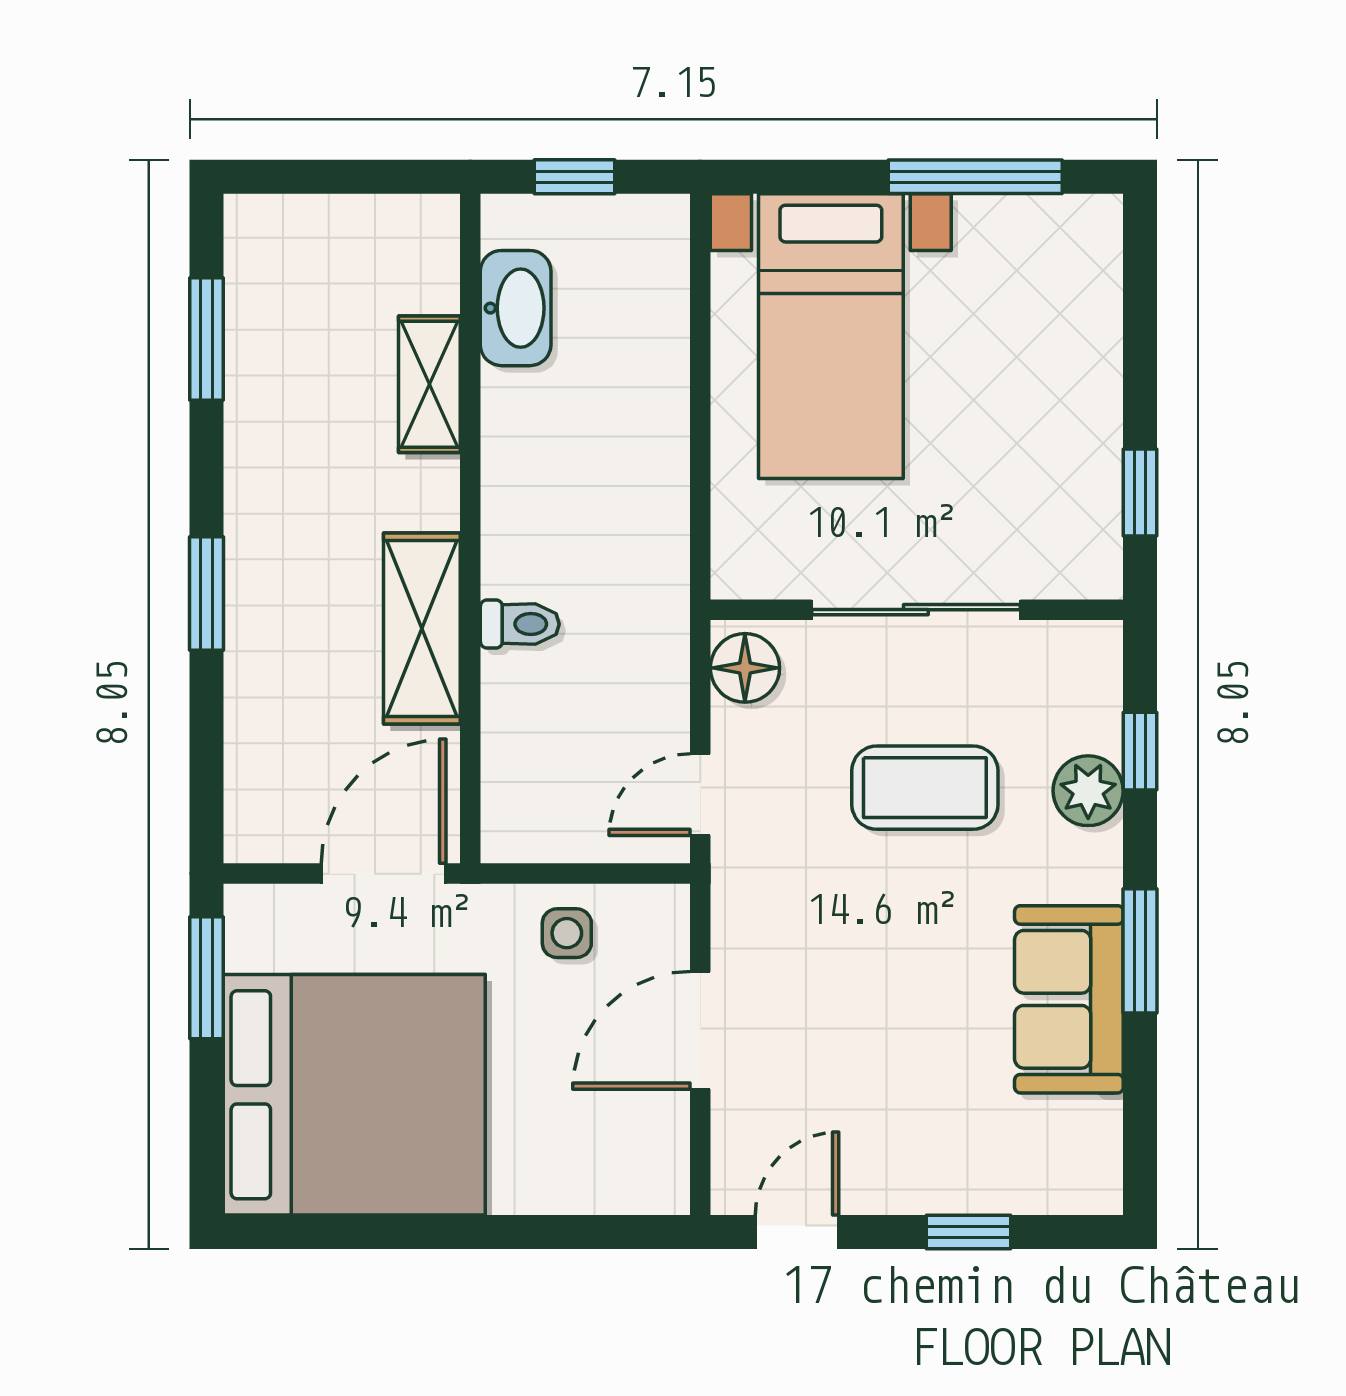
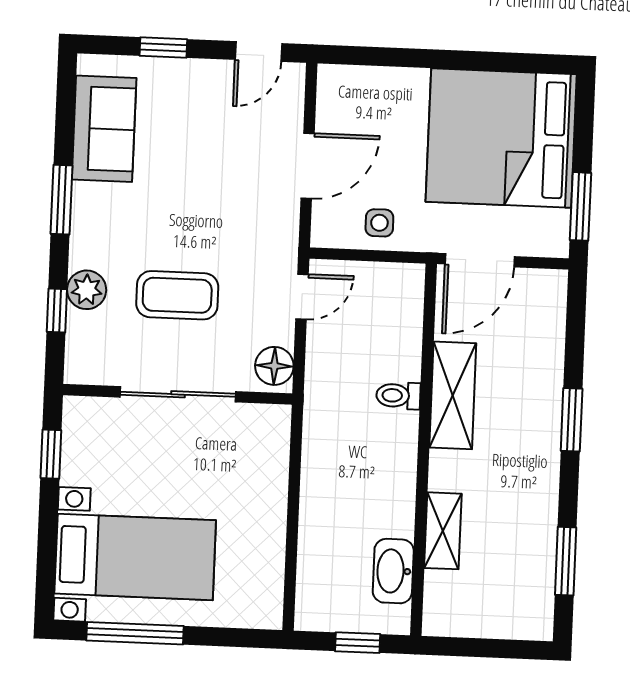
bed with nightstands: (831, 336) -> (135, 557), moved, turned 90
sofa: (1069, 999) -> (104, 129), moved

